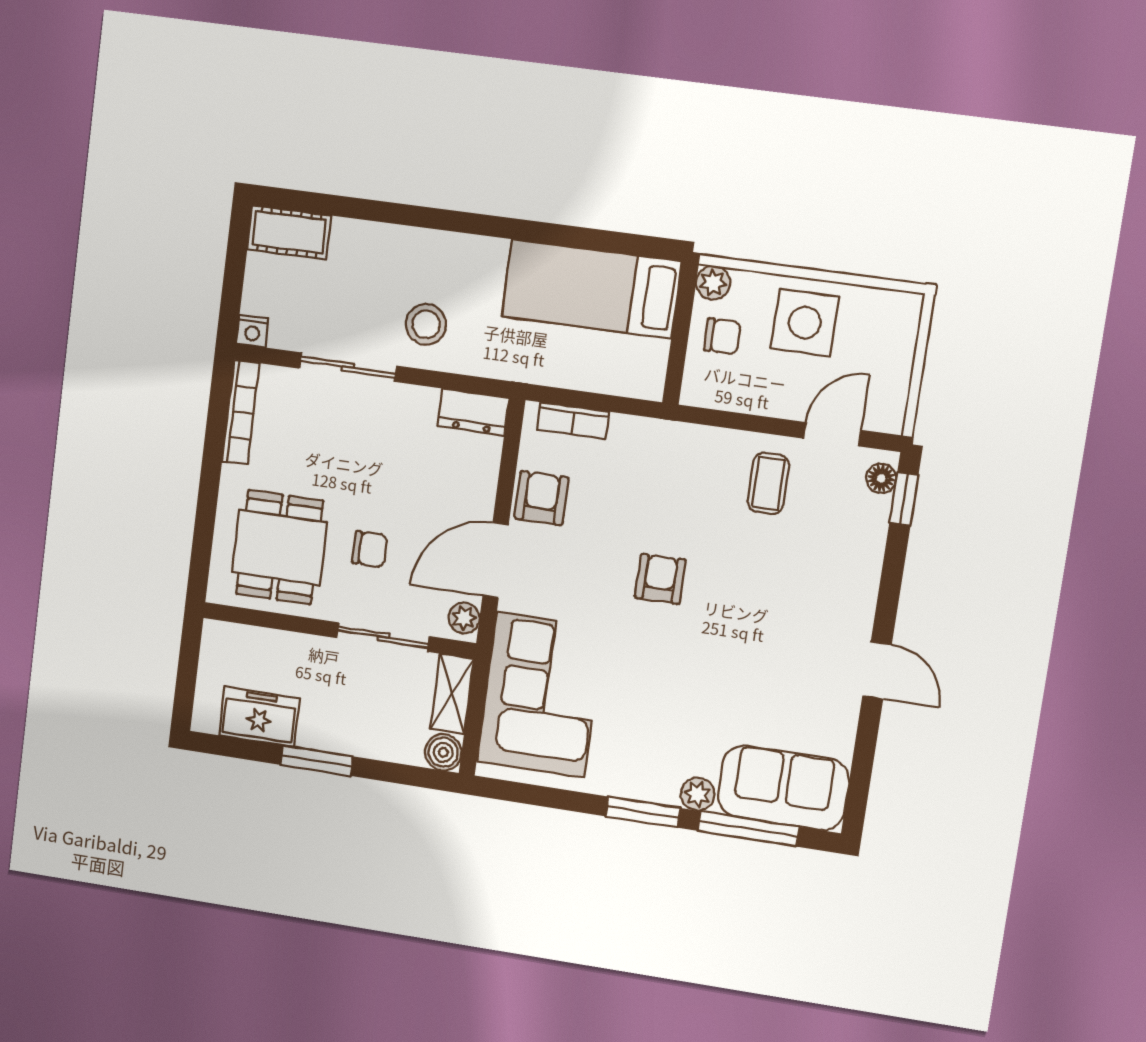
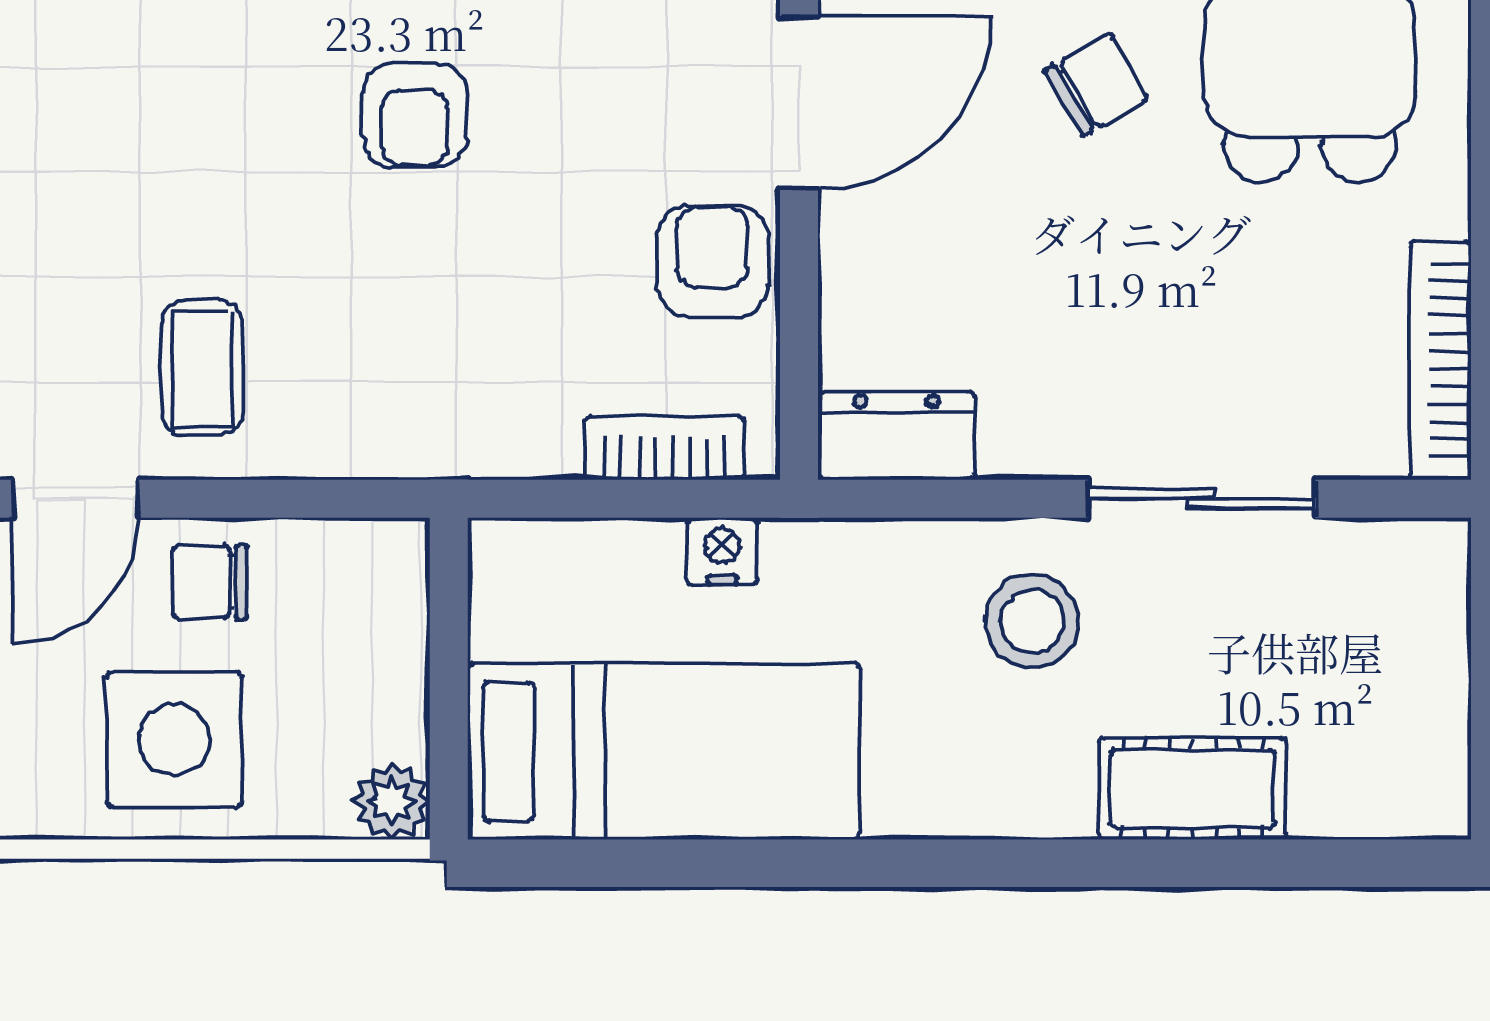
cot: (289, 232) -> (1192, 789), moved
nightstand: (252, 331) -> (722, 551), moved
chair: (722, 336) -> (210, 582), moved
armchair: (541, 498) -> (712, 261), turned 180
chair: (370, 549) -> (1096, 85), turned 150

